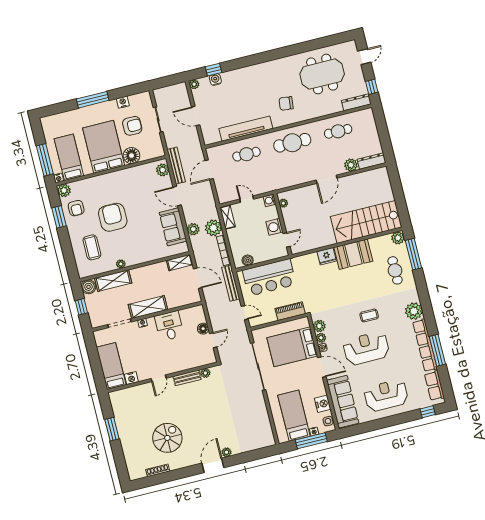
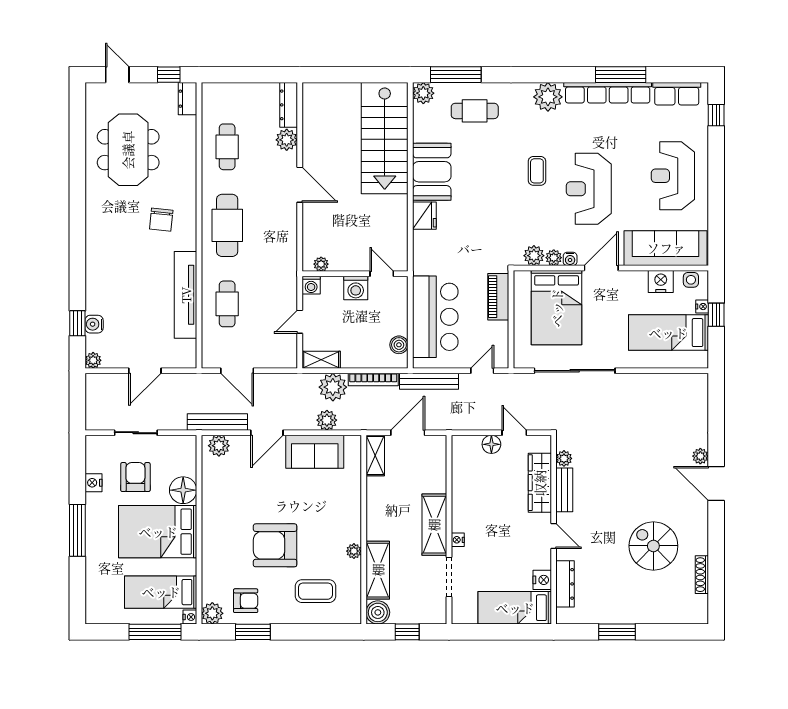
dresser: (356, 102) -> (188, 99), width x0.70
desk: (169, 326) -> (473, 498), removed
wardrobe: (188, 362) -> (540, 483), added
dresser: (132, 392) -> (565, 584), added
window: (311, 441) -> (716, 315), width x0.46

